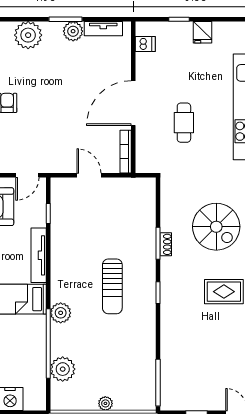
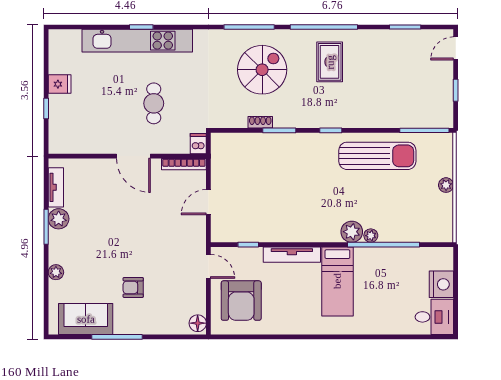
plant: (28, 35) -> (56, 272), width x0.53, depth x0.53
dishwasher: (145, 44) -> (198, 144), moved
door: (133, 103) -> (133, 156), width x0.73
cafe table: (184, 123) -> (154, 103), turned 90
shoe rack: (166, 244) -> (260, 122), moved
sun lounger: (112, 286) -> (377, 156), moved, width x1.36, depth x1.34
plant: (63, 369) -> (371, 236), moved, width x0.53, depth x0.53

